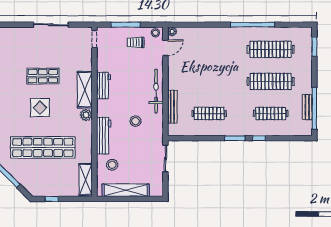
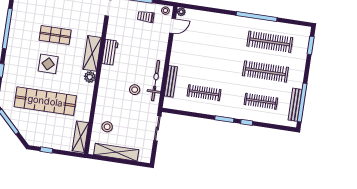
bicycle: (156, 91) -> (156, 81), moved
bench: (307, 107) -> (295, 105), width x1.36
workbench: (104, 136) -> (103, 99), removed

